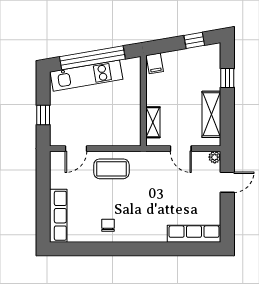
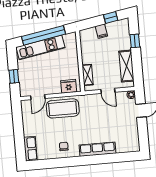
filing cabinet: (155, 63) -> (101, 31), moved
fridge: (123, 137) -> (69, 86), added
coffee table: (111, 169) -> (63, 108), width x1.36, depth x1.32
row of seats: (58, 216) -> (30, 149), width x0.68
row of seats: (194, 234) -> (97, 149), moved

